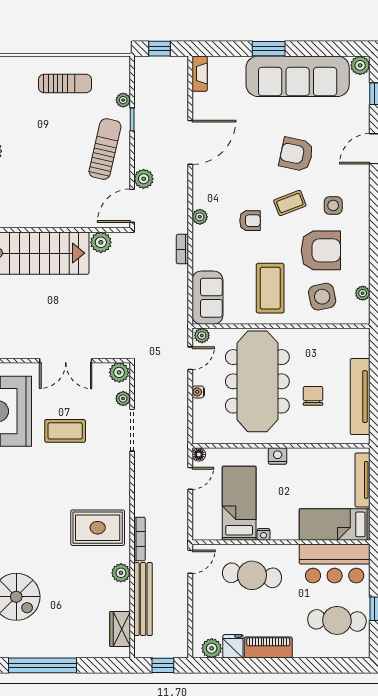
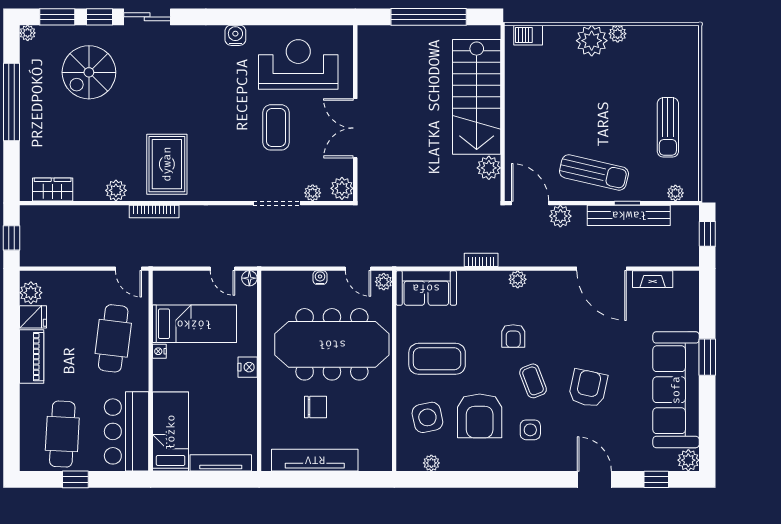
fireplace: (200, 74) -> (653, 279), moved
plant: (123, 100) -> (675, 193), moved
bench: (143, 599) -> (629, 215), moved

